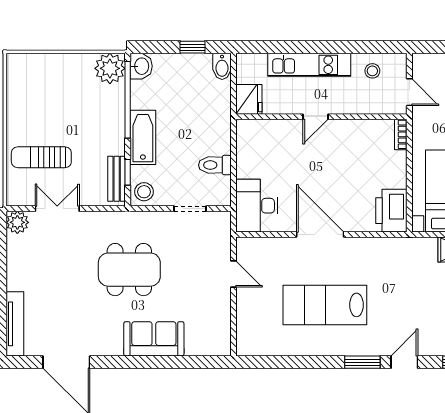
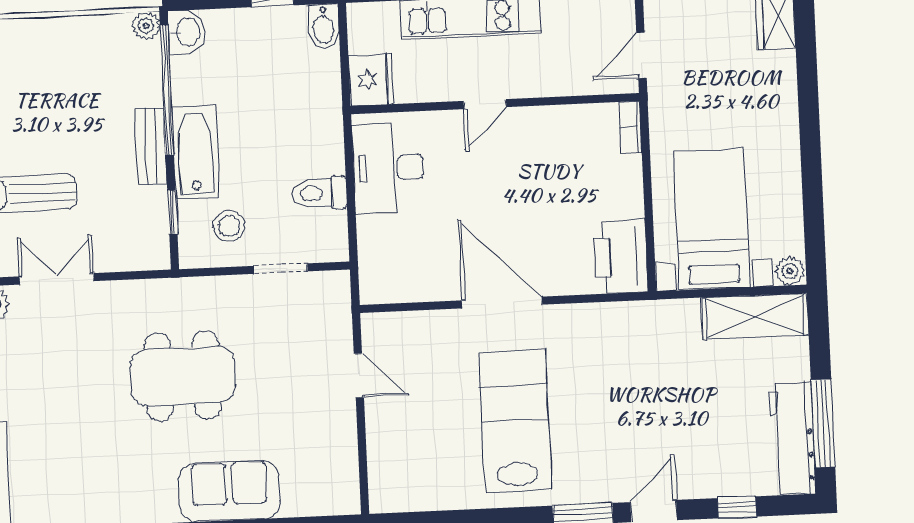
plant: (110, 68) -> (146, 26), width x0.53, depth x0.53
stool: (372, 71) -> (577, 22), removed
door: (409, 92) -> (641, 55), swing flipped
bench: (117, 179) -> (151, 146), moved
stool: (144, 192) -> (229, 226), moved
desk: (257, 206) -> (389, 168), moved
lab bench: (325, 305) -> (515, 421), turned 90

